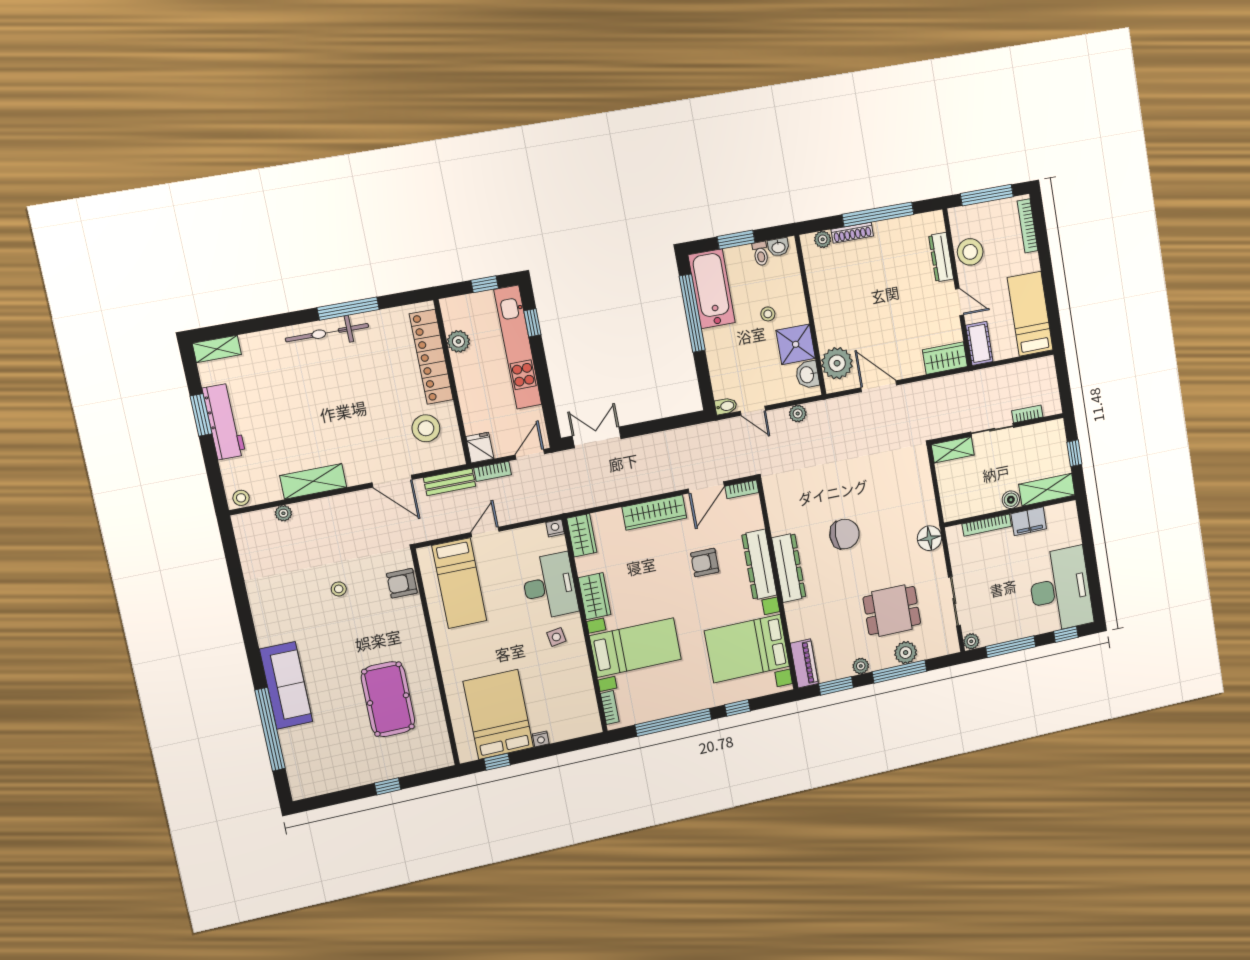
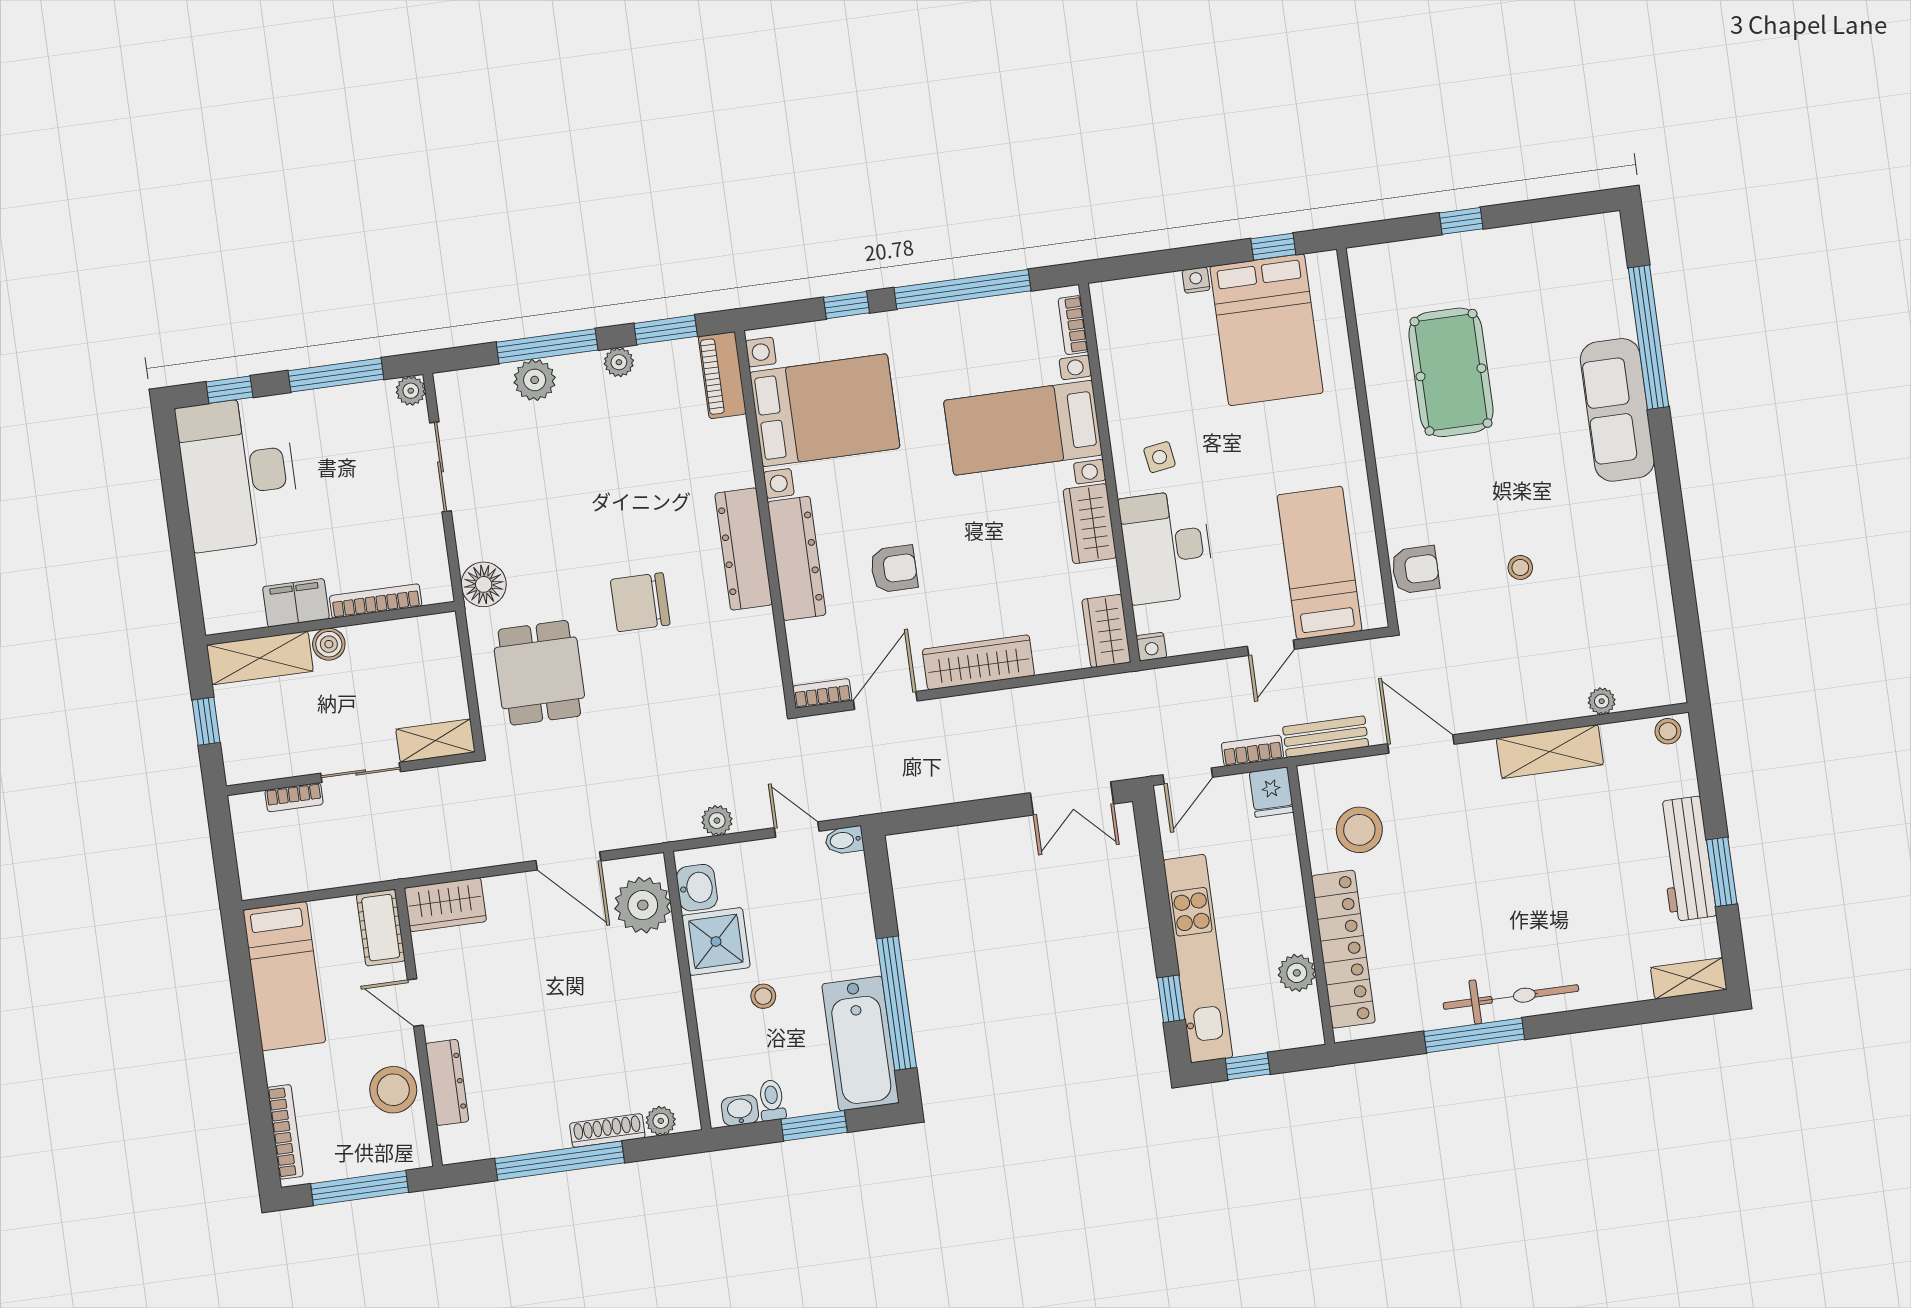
dining table: (892, 611) -> (539, 673), moved, turned 90

